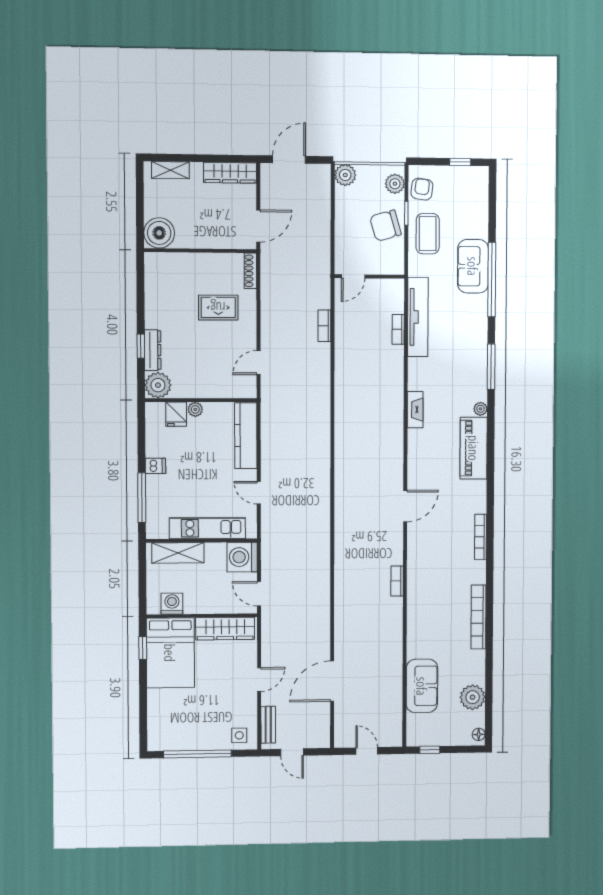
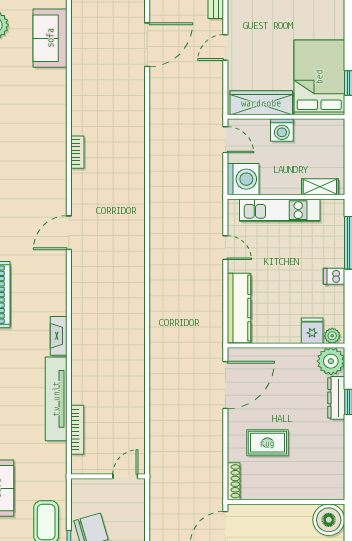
tv unit: (418, 317) -> (56, 399), moved
bookcase: (324, 326) -> (156, 424), removed
bookcase: (398, 329) -> (77, 430), width x1.56
door: (259, 363) -> (225, 385), width x1.87
plant: (195, 409) -> (332, 336), moved
shelving: (178, 553) -> (320, 187), width x0.67, depth x0.75
washing machine: (172, 604) -> (282, 130), moved

